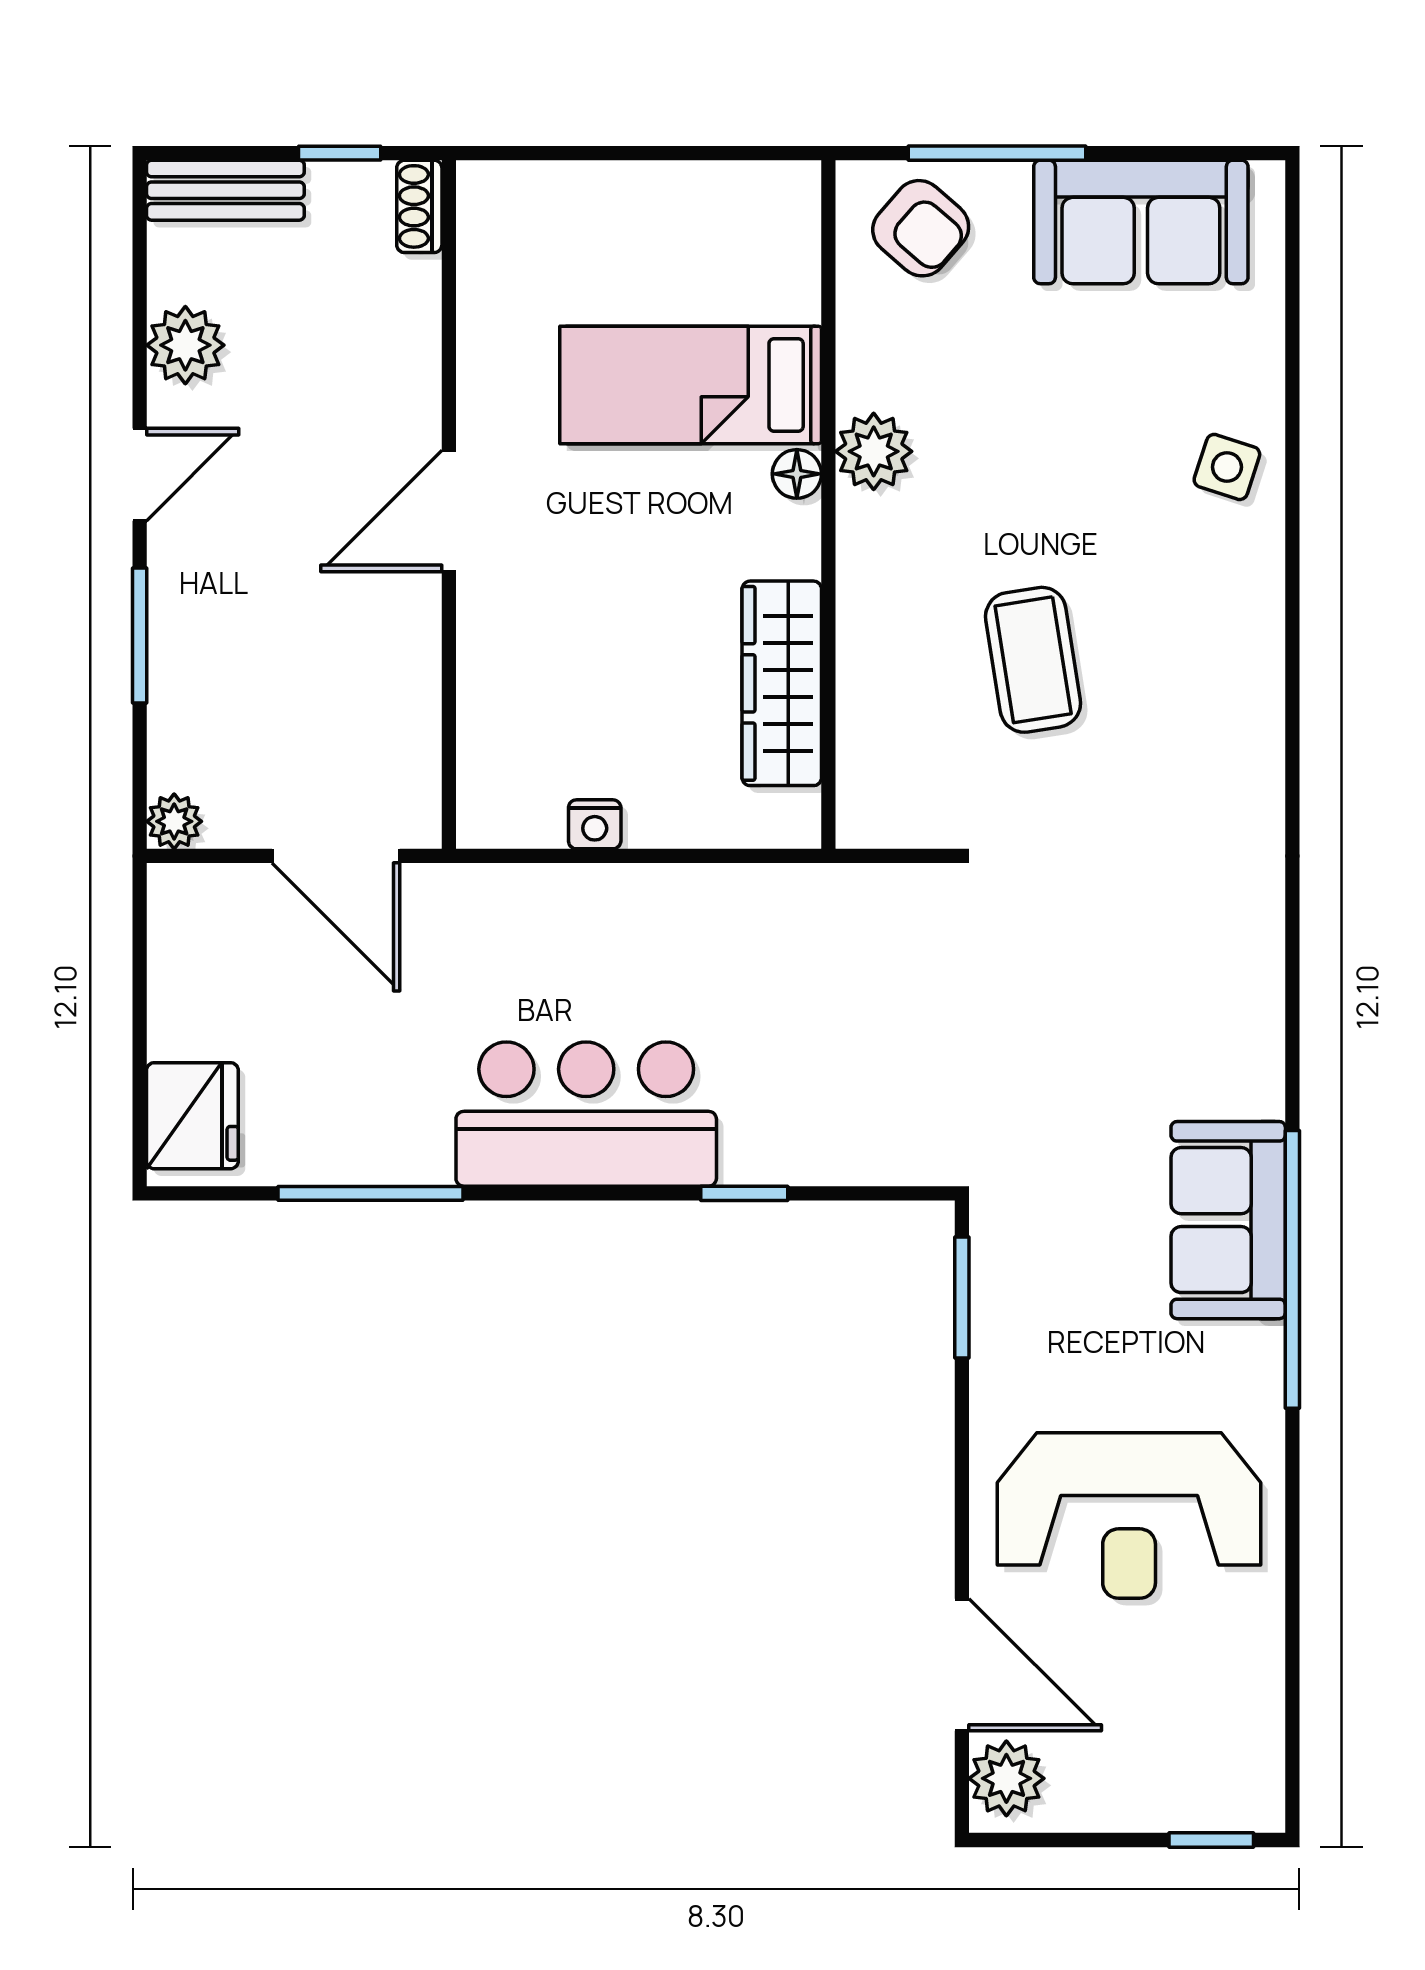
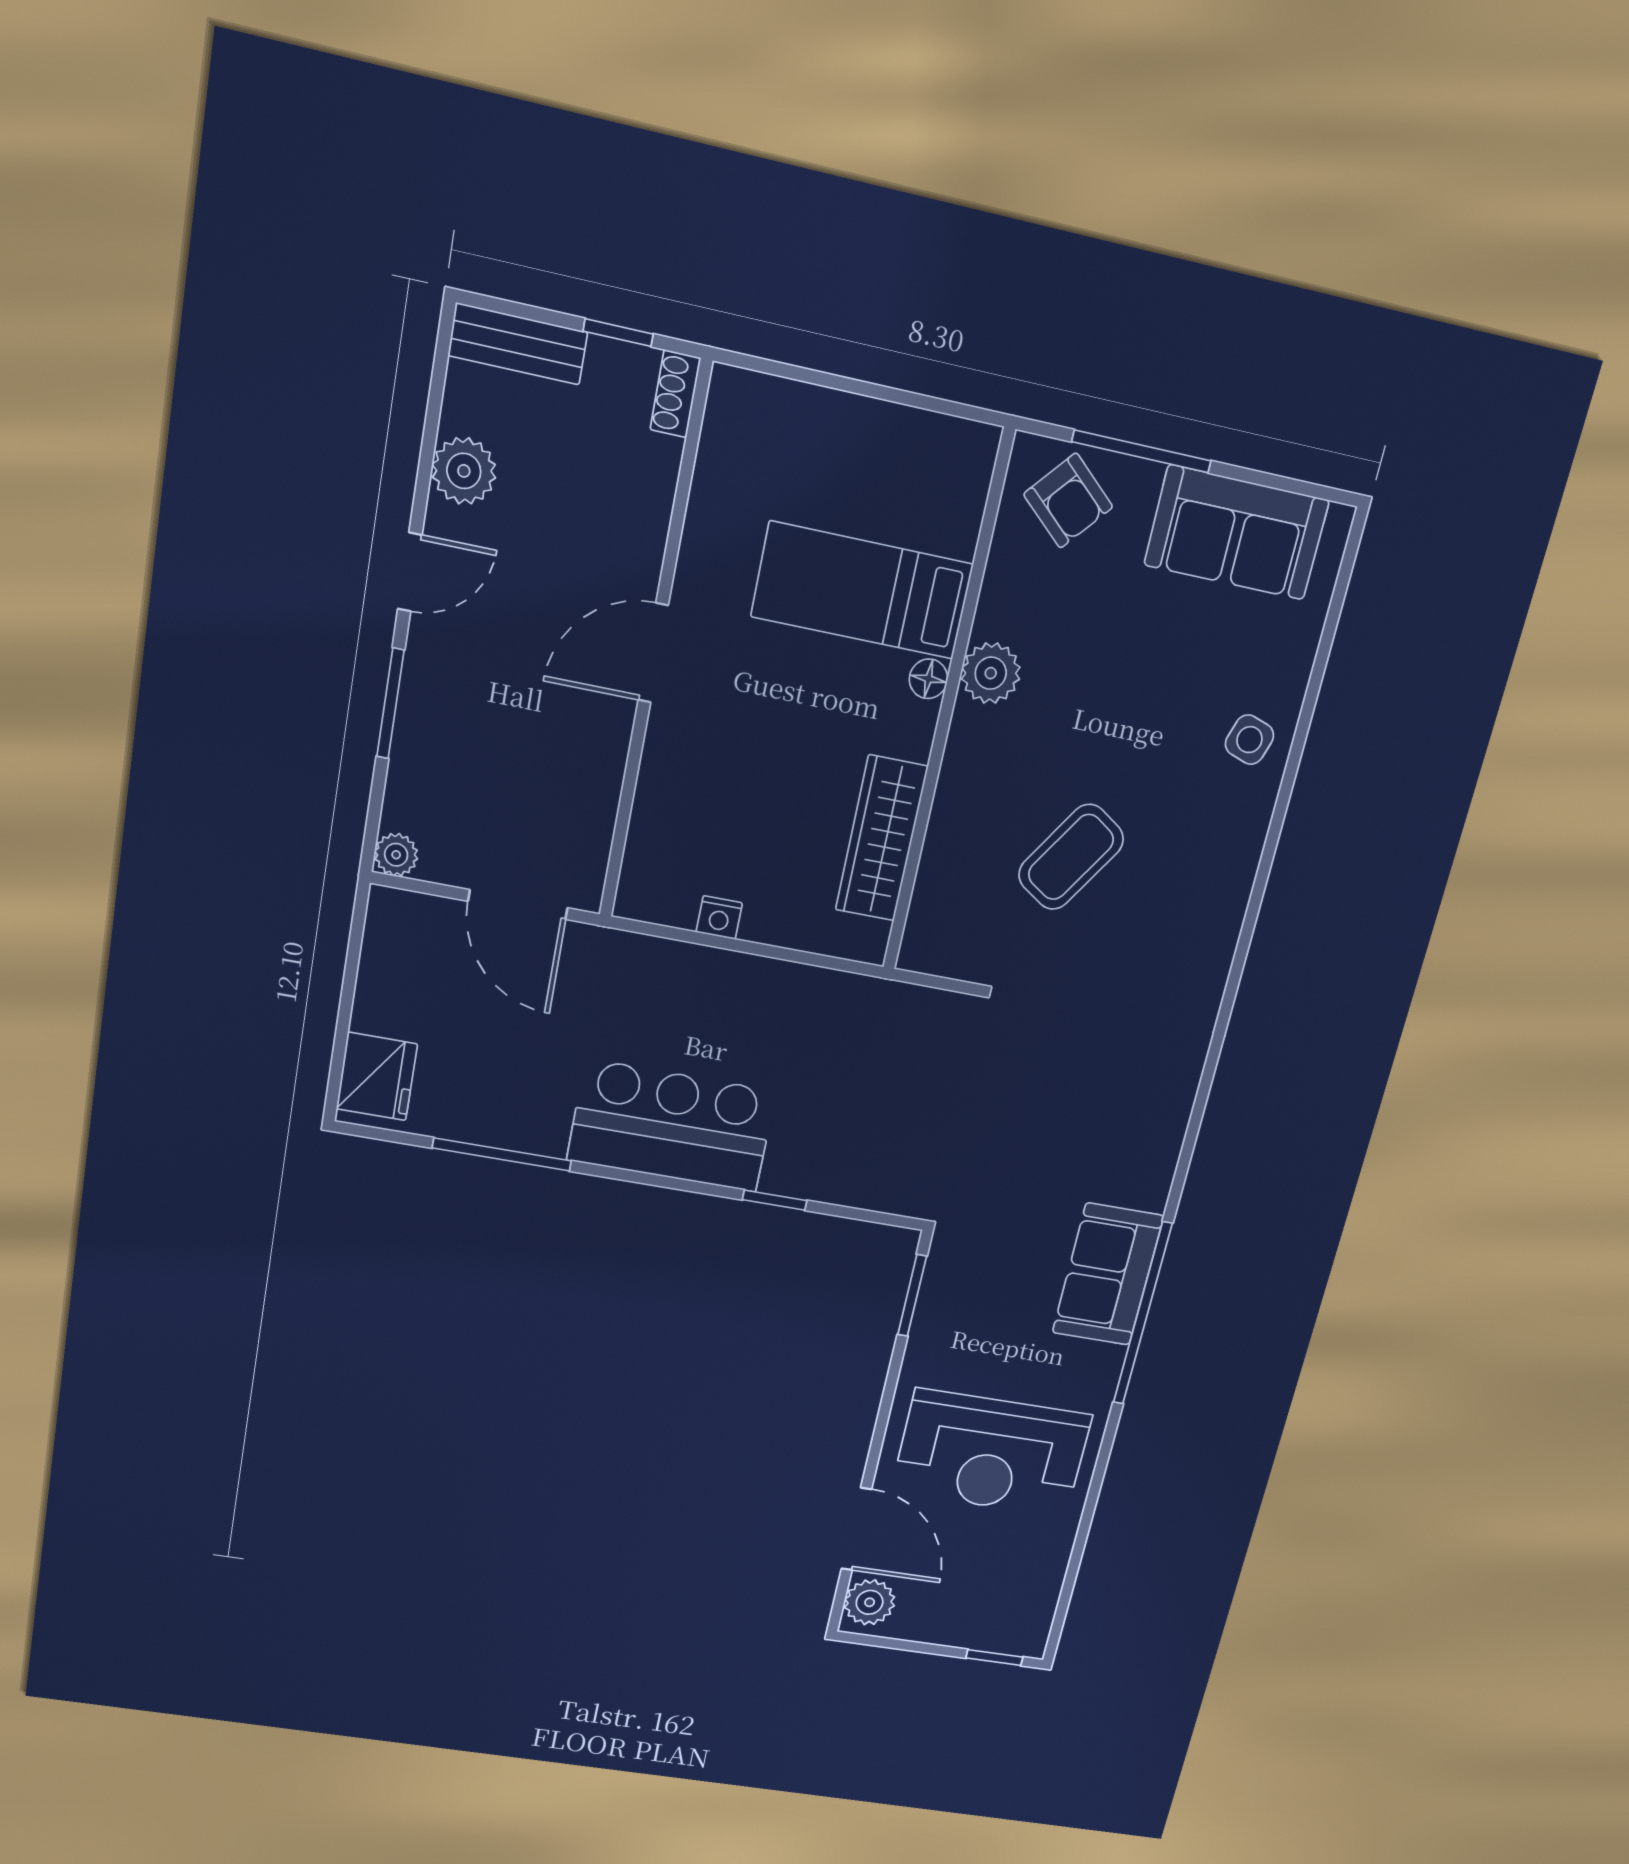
coffee table: (1033, 660) -> (1071, 857), turned 42

